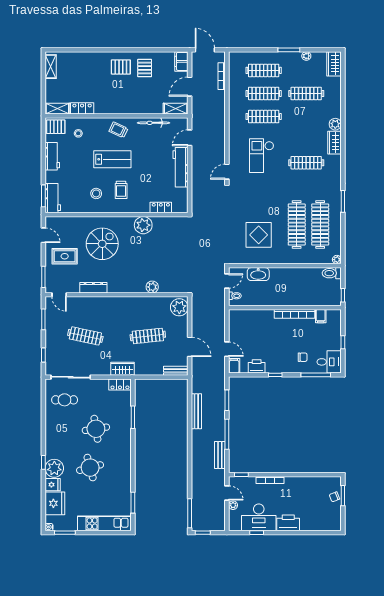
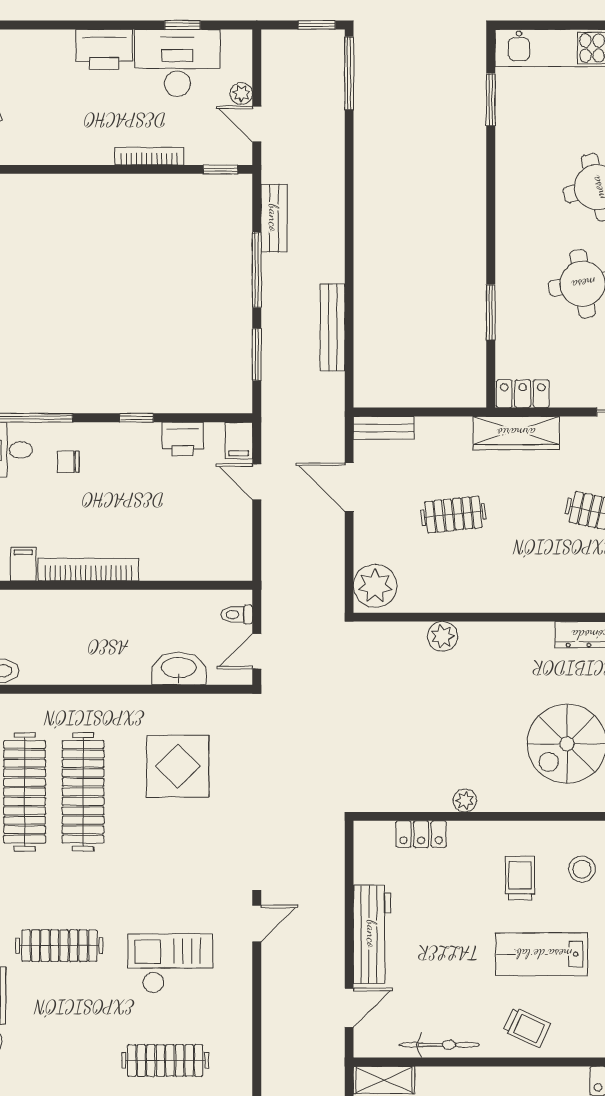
checkout: (262, 156) -> (170, 963), turned -90
plant: (143, 225) -> (465, 800), width x0.53, depth x0.53
clothes rail: (148, 336) -> (453, 515), width x0.73
wardrobe: (123, 369) -> (516, 433), width x1.50

